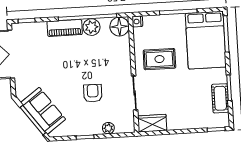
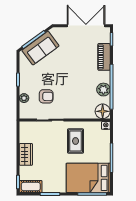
piano: (65, 28) -> (104, 57), moved
armchair: (93, 93) -> (46, 96), moved
cot: (220, 98) -> (31, 187), moved
wardrobe: (152, 123) -> (26, 154), moved

